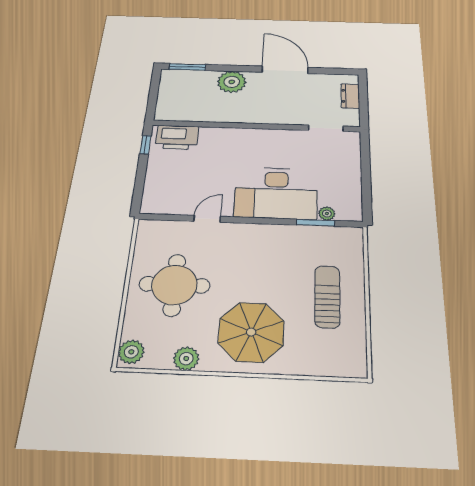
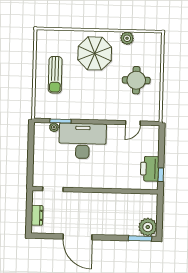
plant: (232, 82) -> (148, 227), moved
printer: (177, 137) -> (150, 169), moved, turned -90
door: (207, 219) -> (133, 123), moved
round table: (174, 285) -> (136, 80), width x0.73, depth x0.73
plant: (131, 352) -> (155, 41), removed

